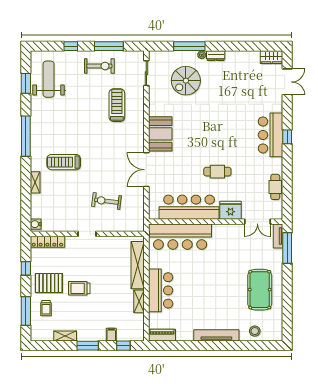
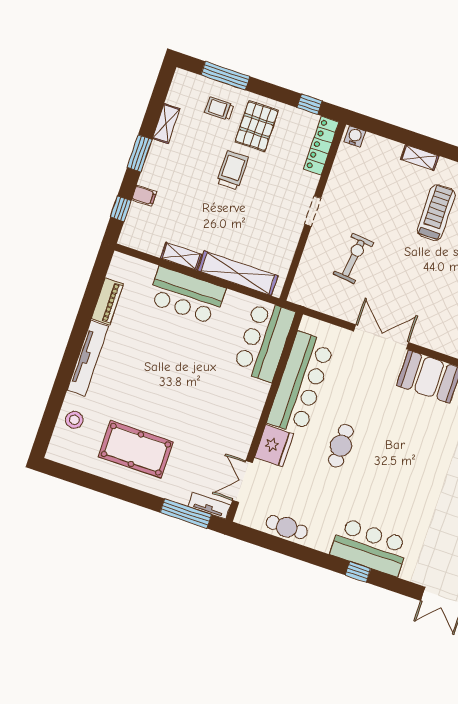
bar counter: (180, 237) -> (264, 341), width x0.73
window: (26, 268) -> (310, 104), moved
piano: (162, 335) -> (107, 301), moved

